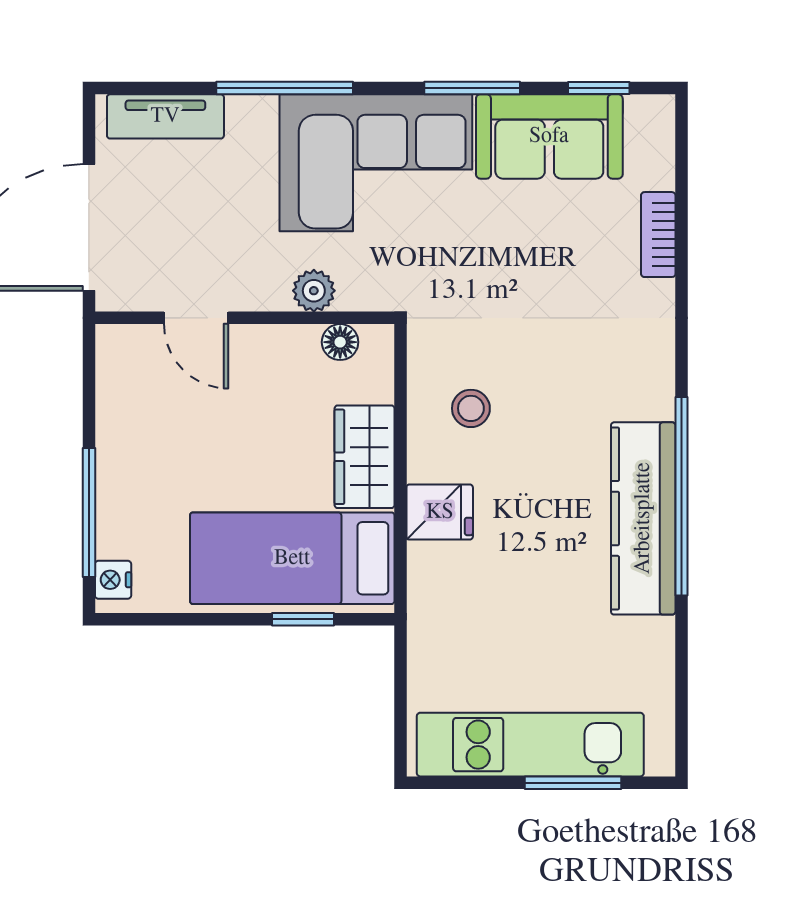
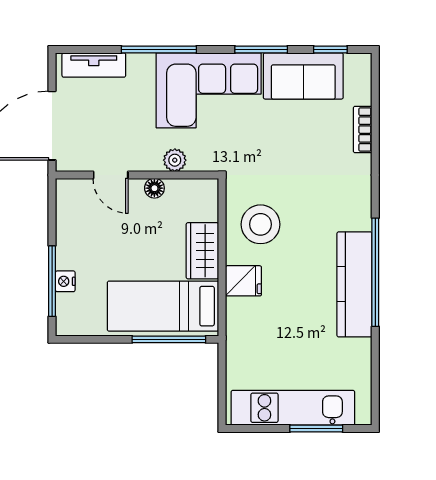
floor lamp: (340, 342) -> (154, 188), moved
stool: (471, 408) -> (260, 224), width x1.89, depth x1.89
nightstand: (113, 580) -> (65, 281), moved
window: (303, 619) -> (169, 339), width x2.17

